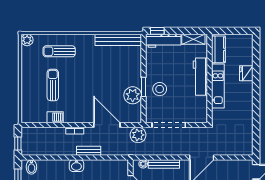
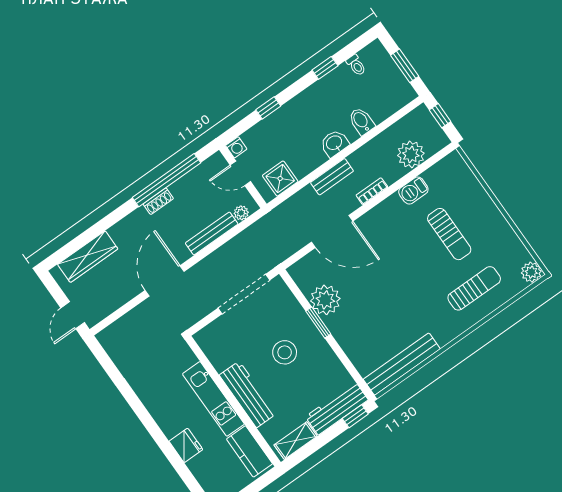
stool: (160, 89) -> (285, 352), moved
plant: (138, 135) -> (411, 154), moved
bidet: (31, 167) -> (361, 121), moved
shower: (114, 167) -> (280, 178), added

